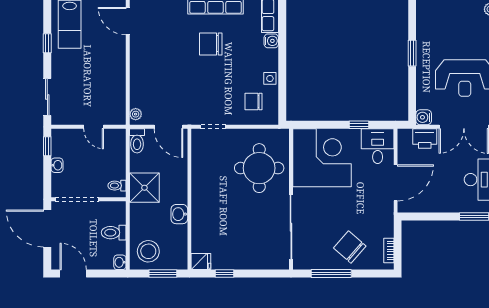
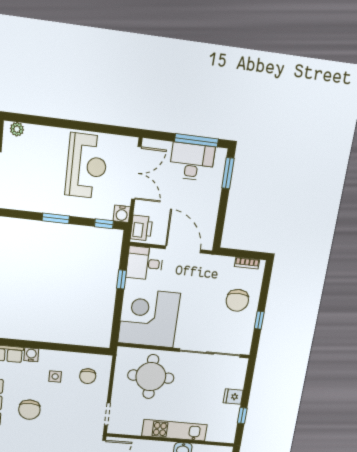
side table: (270, 78) -> (55, 376), moved
window: (412, 101) -> (104, 224), added
printer: (425, 138) -> (141, 228), moved
kitchen unit: (201, 202) -> (174, 430), added
chair: (350, 247) -> (237, 300), turned -41
fridge: (201, 262) -> (233, 397), moved, turned -90
window: (331, 274) -> (259, 320), width x0.46

